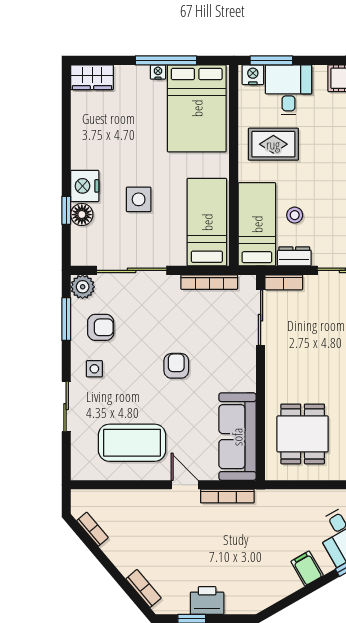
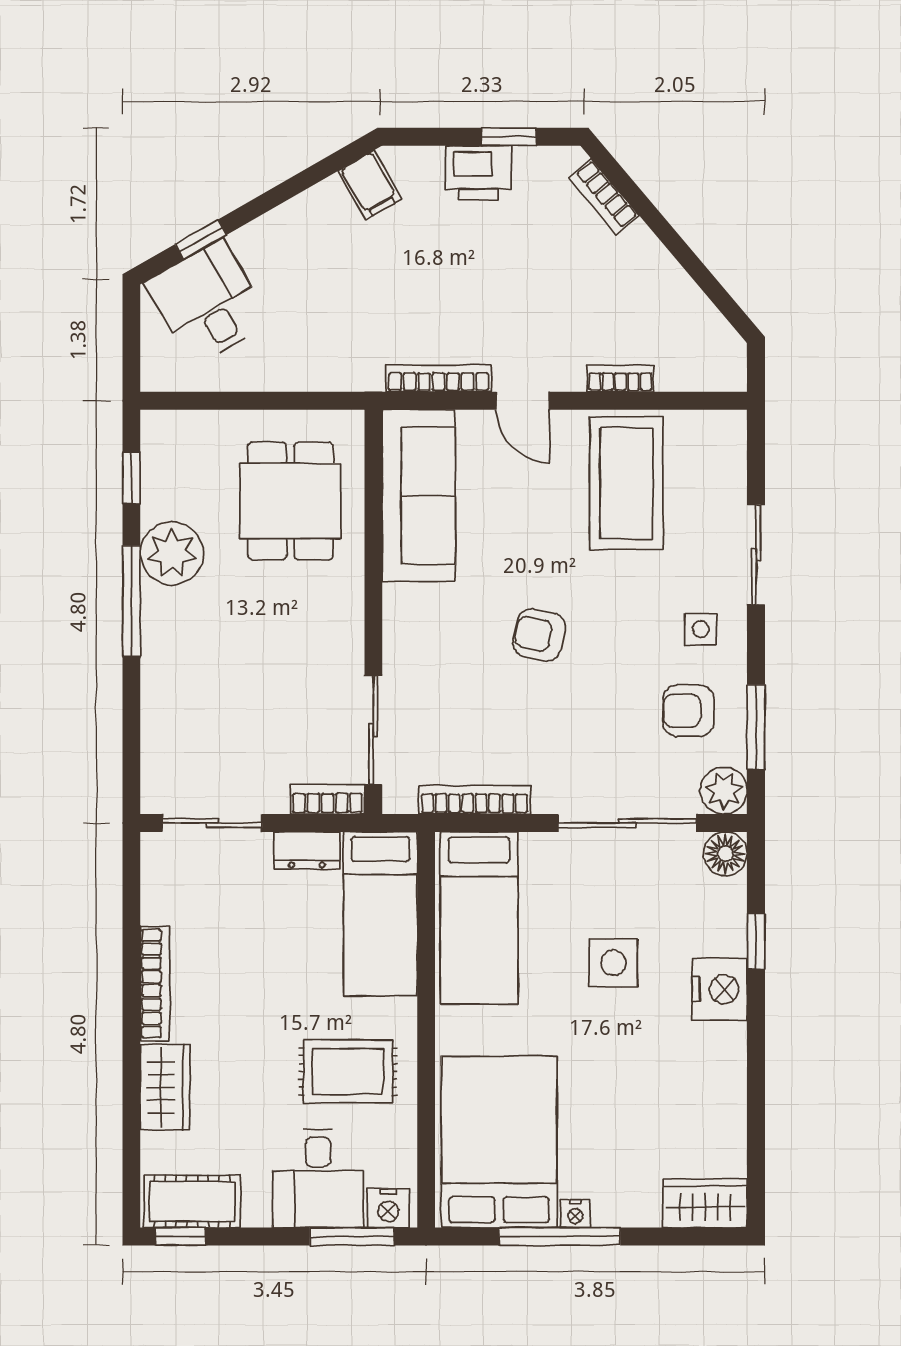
floor lamp: (82, 215) -> (725, 854), moved
stool: (295, 215) -> (306, 932), removed
armchair: (176, 366) -> (539, 635), turned 102
coffee table: (132, 443) -> (626, 483), turned 90
bookcase: (92, 529) -> (621, 379), moved, turned 130
filing cabinet: (307, 568) -> (370, 185), moved

